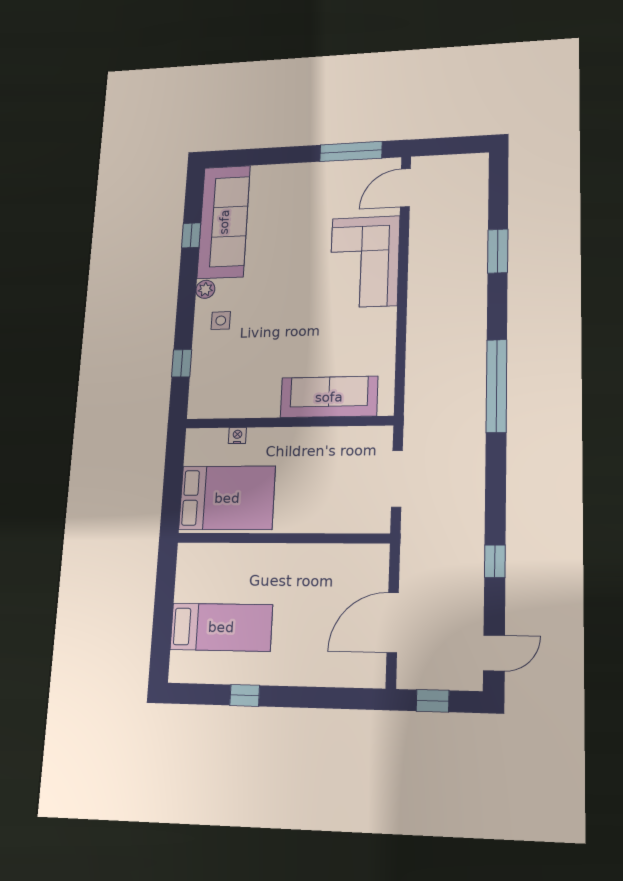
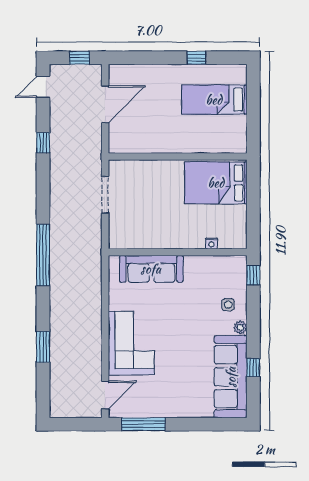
sofa: (329, 397) -> (151, 269), moved
wall: (288, 422) -> (178, 252), moved
nightstand: (237, 436) -> (211, 244), moved

